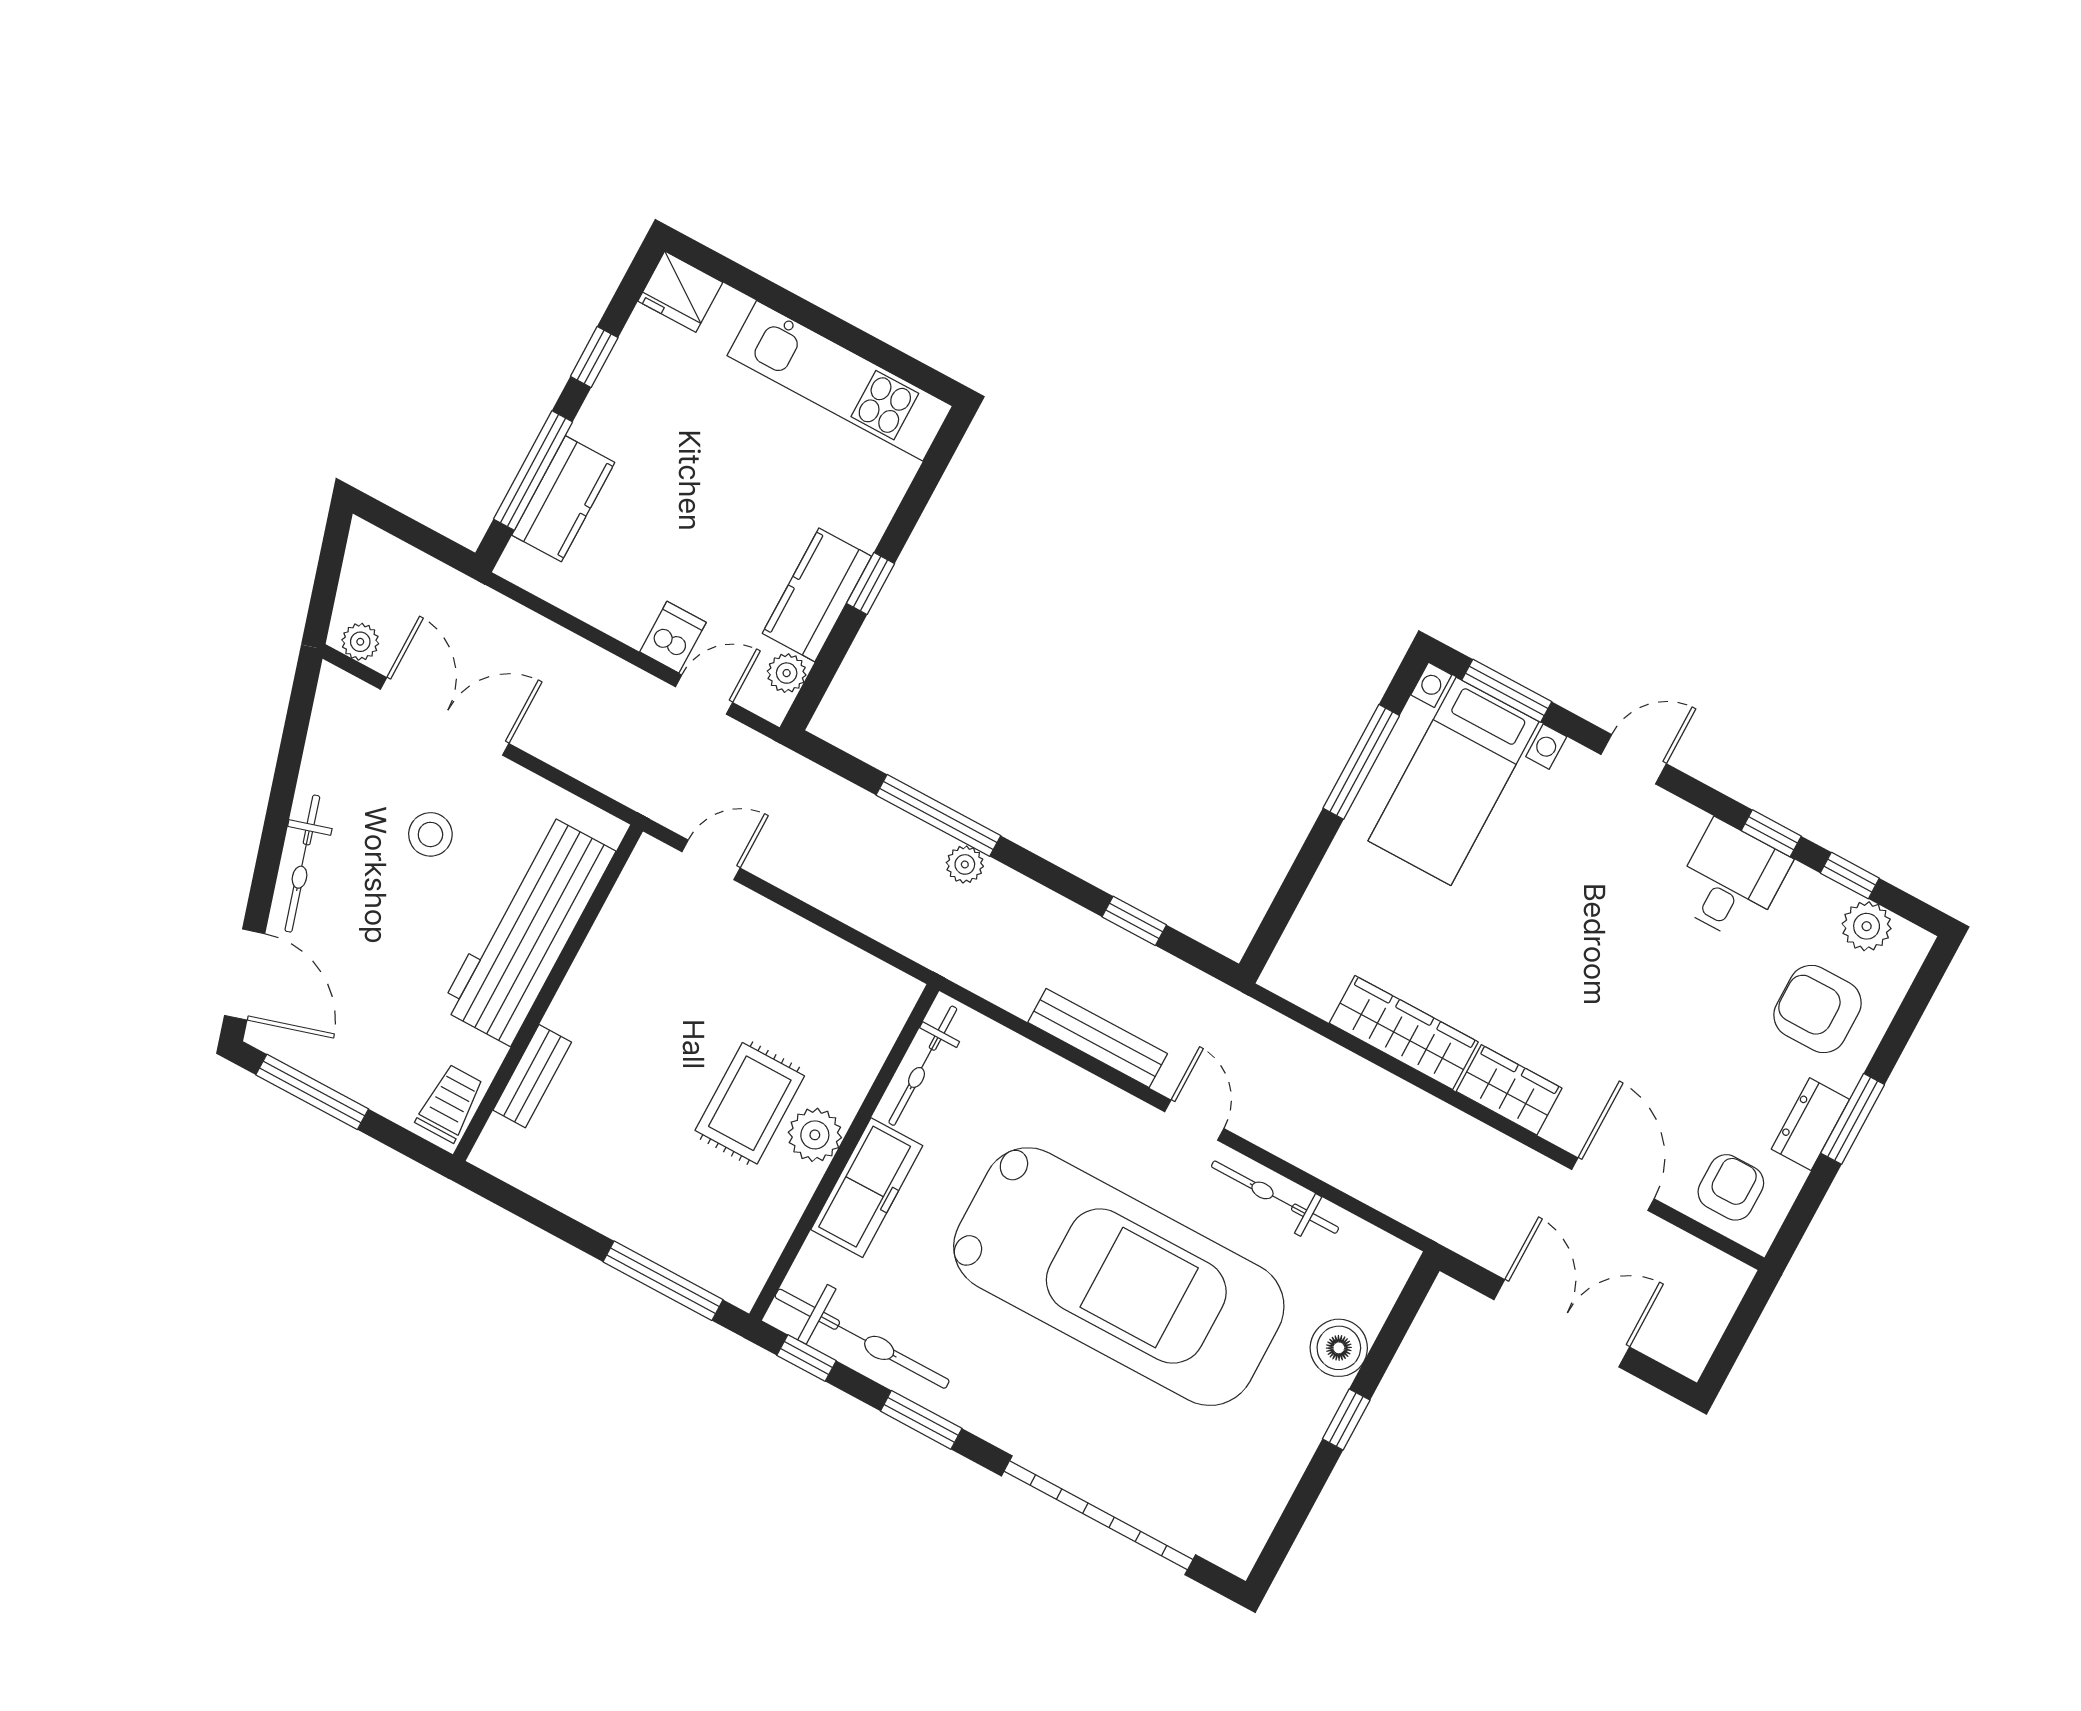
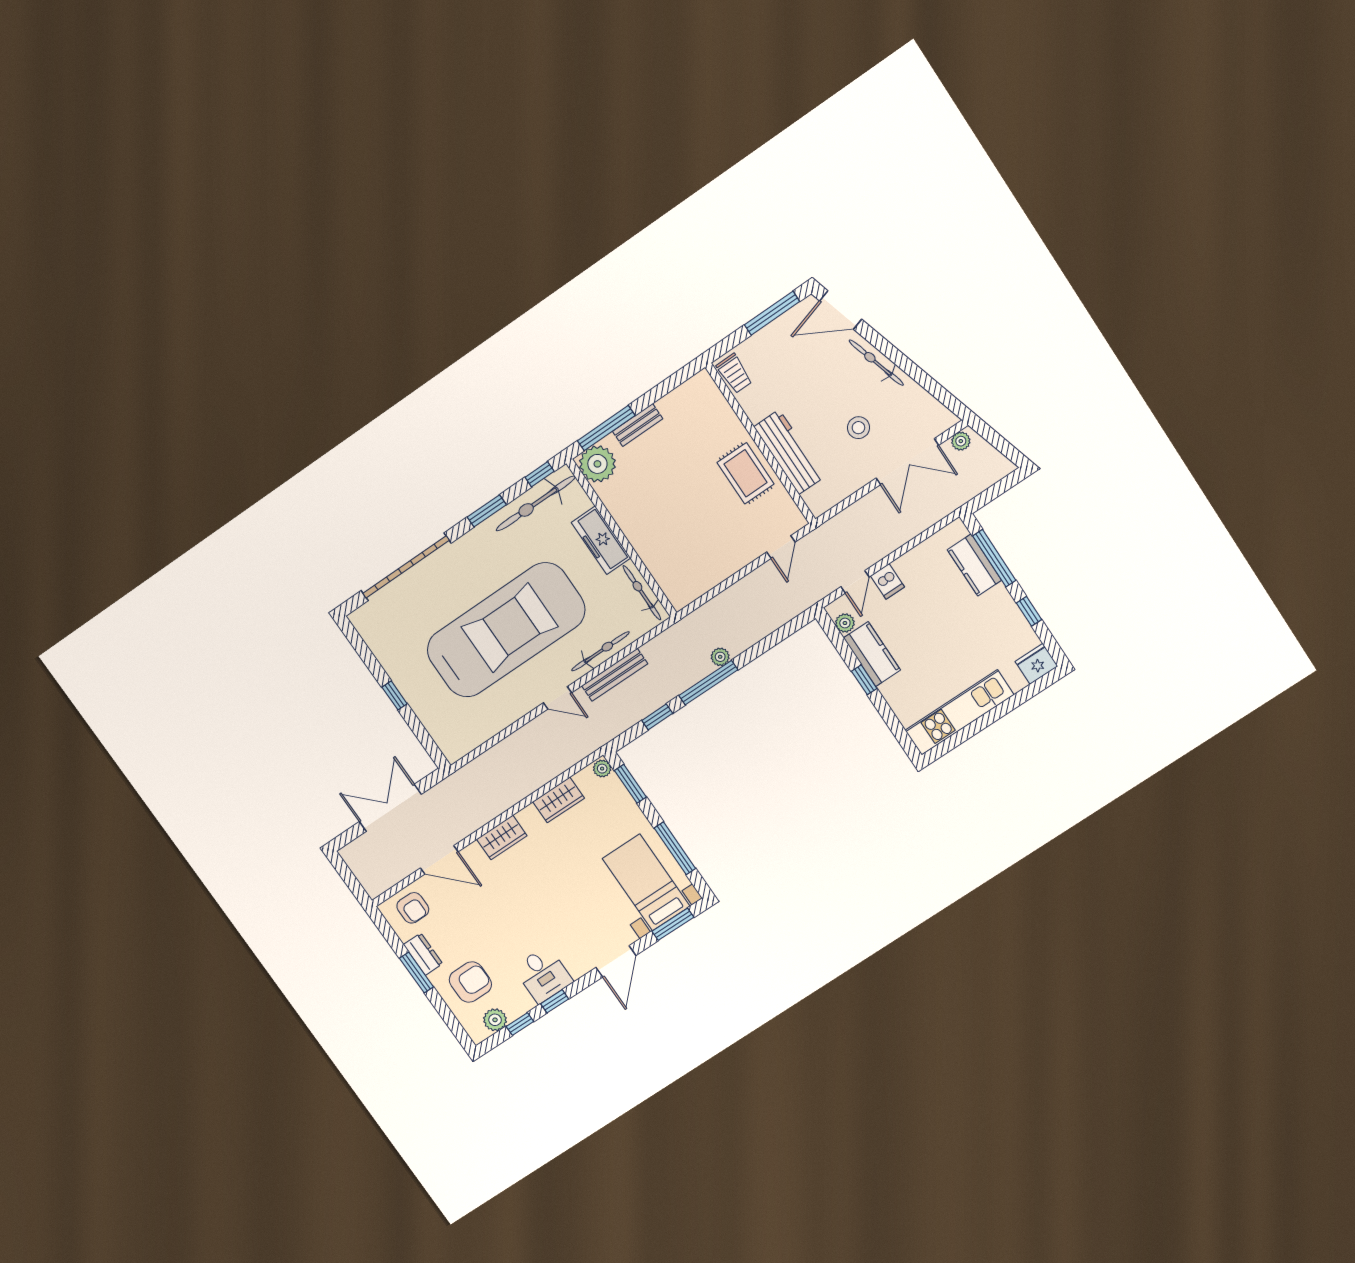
door: (1634, 759) -> (616, 961), width x1.38
window: (938, 815) -> (708, 683), moved
window: (1284, 906) -> (630, 784), added
workbench: (528, 930) -> (789, 452), width x0.73, depth x0.76
plant: (1283, 972) -> (602, 769), added
wardrobe: (1404, 1033) -> (559, 800), width x0.67
bench: (532, 1076) -> (638, 425), moved, turned 90
rug: (750, 1103) -> (746, 473), moved
plant: (815, 1135) -> (597, 464), moved, width x1.36, depth x1.36
bicycle: (1275, 1197) -> (600, 651), moved
car: (1119, 1277) -> (506, 630), turned 180
double door: (1562, 1323) -> (390, 808), swing flipped
boiler: (1339, 1348) -> (427, 708), removed

